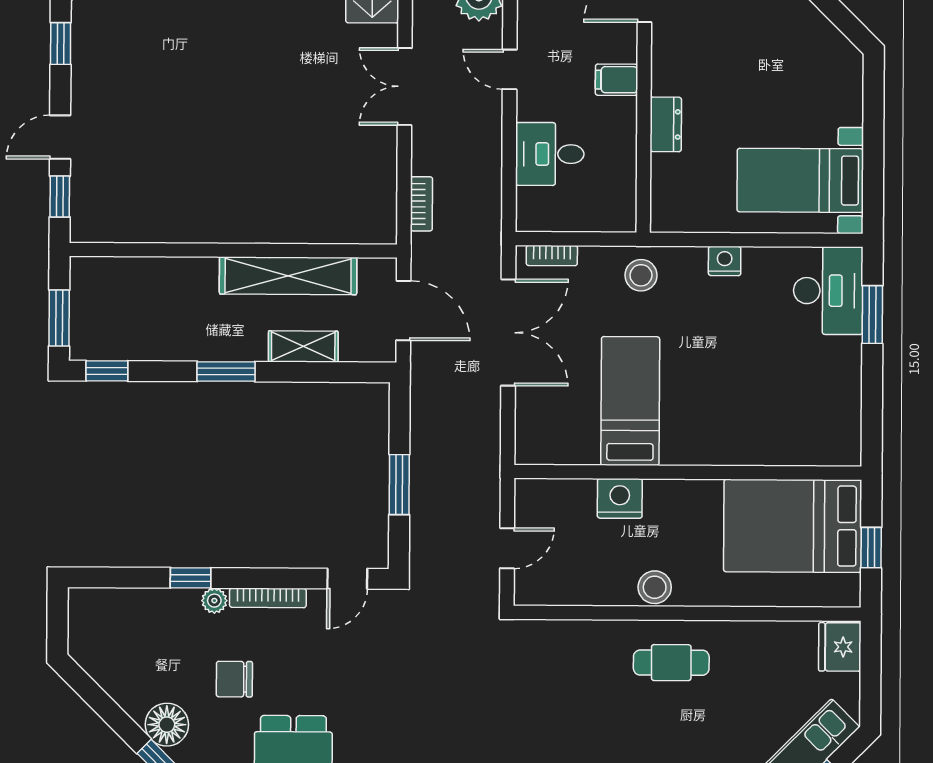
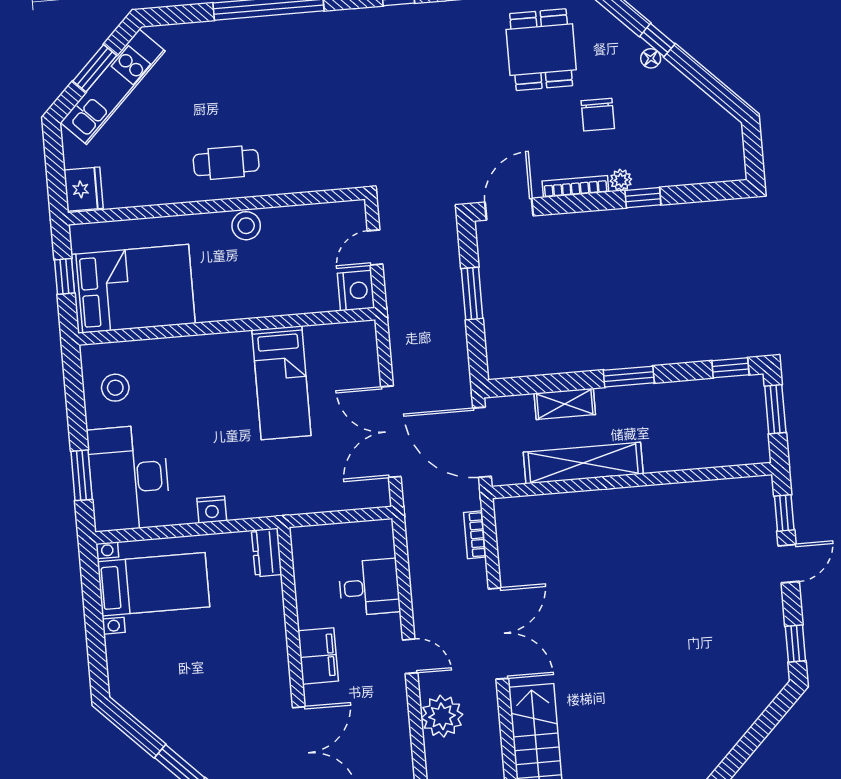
filing cabinet: (616, 80) -> (318, 656), width x2.00
double door: (405, 87) -> (498, 634), width x1.37
dresser: (666, 124) -> (267, 552), moved
bookcase: (552, 256) -> (360, 501), removed
stool: (641, 275) -> (115, 388), moved
desk: (828, 291) -> (129, 478), width x1.36, depth x1.30
door: (403, 311) -> (482, 442), width x1.36
nightstand: (620, 498) -> (356, 291), moved, turned -90
door: (347, 579) -> (509, 209), width x1.38
chair: (234, 679) -> (598, 115), turned 90
floor lamp: (167, 725) -> (651, 58), width x0.53, depth x0.53

